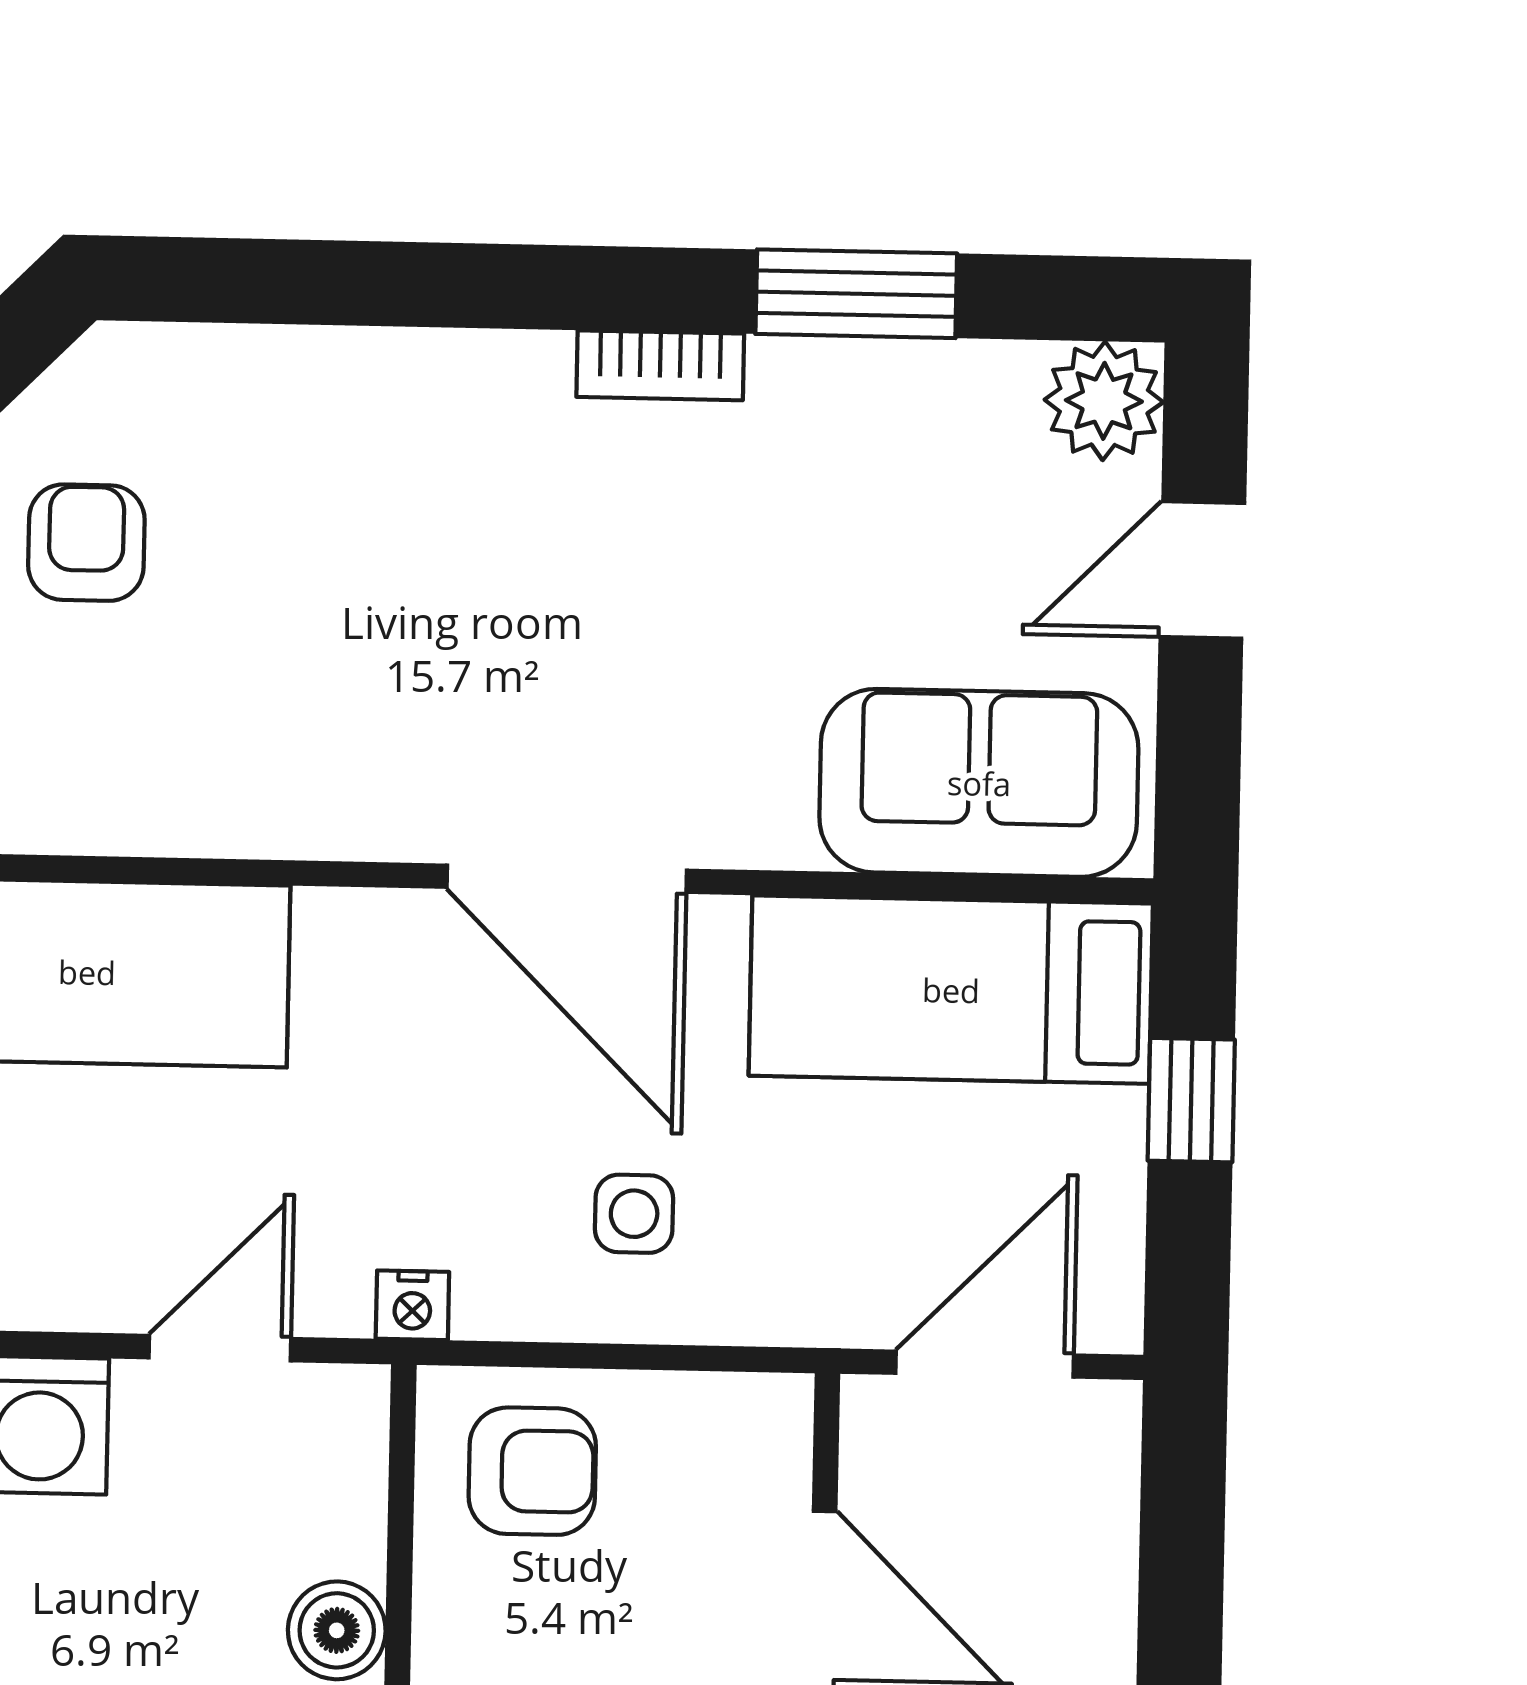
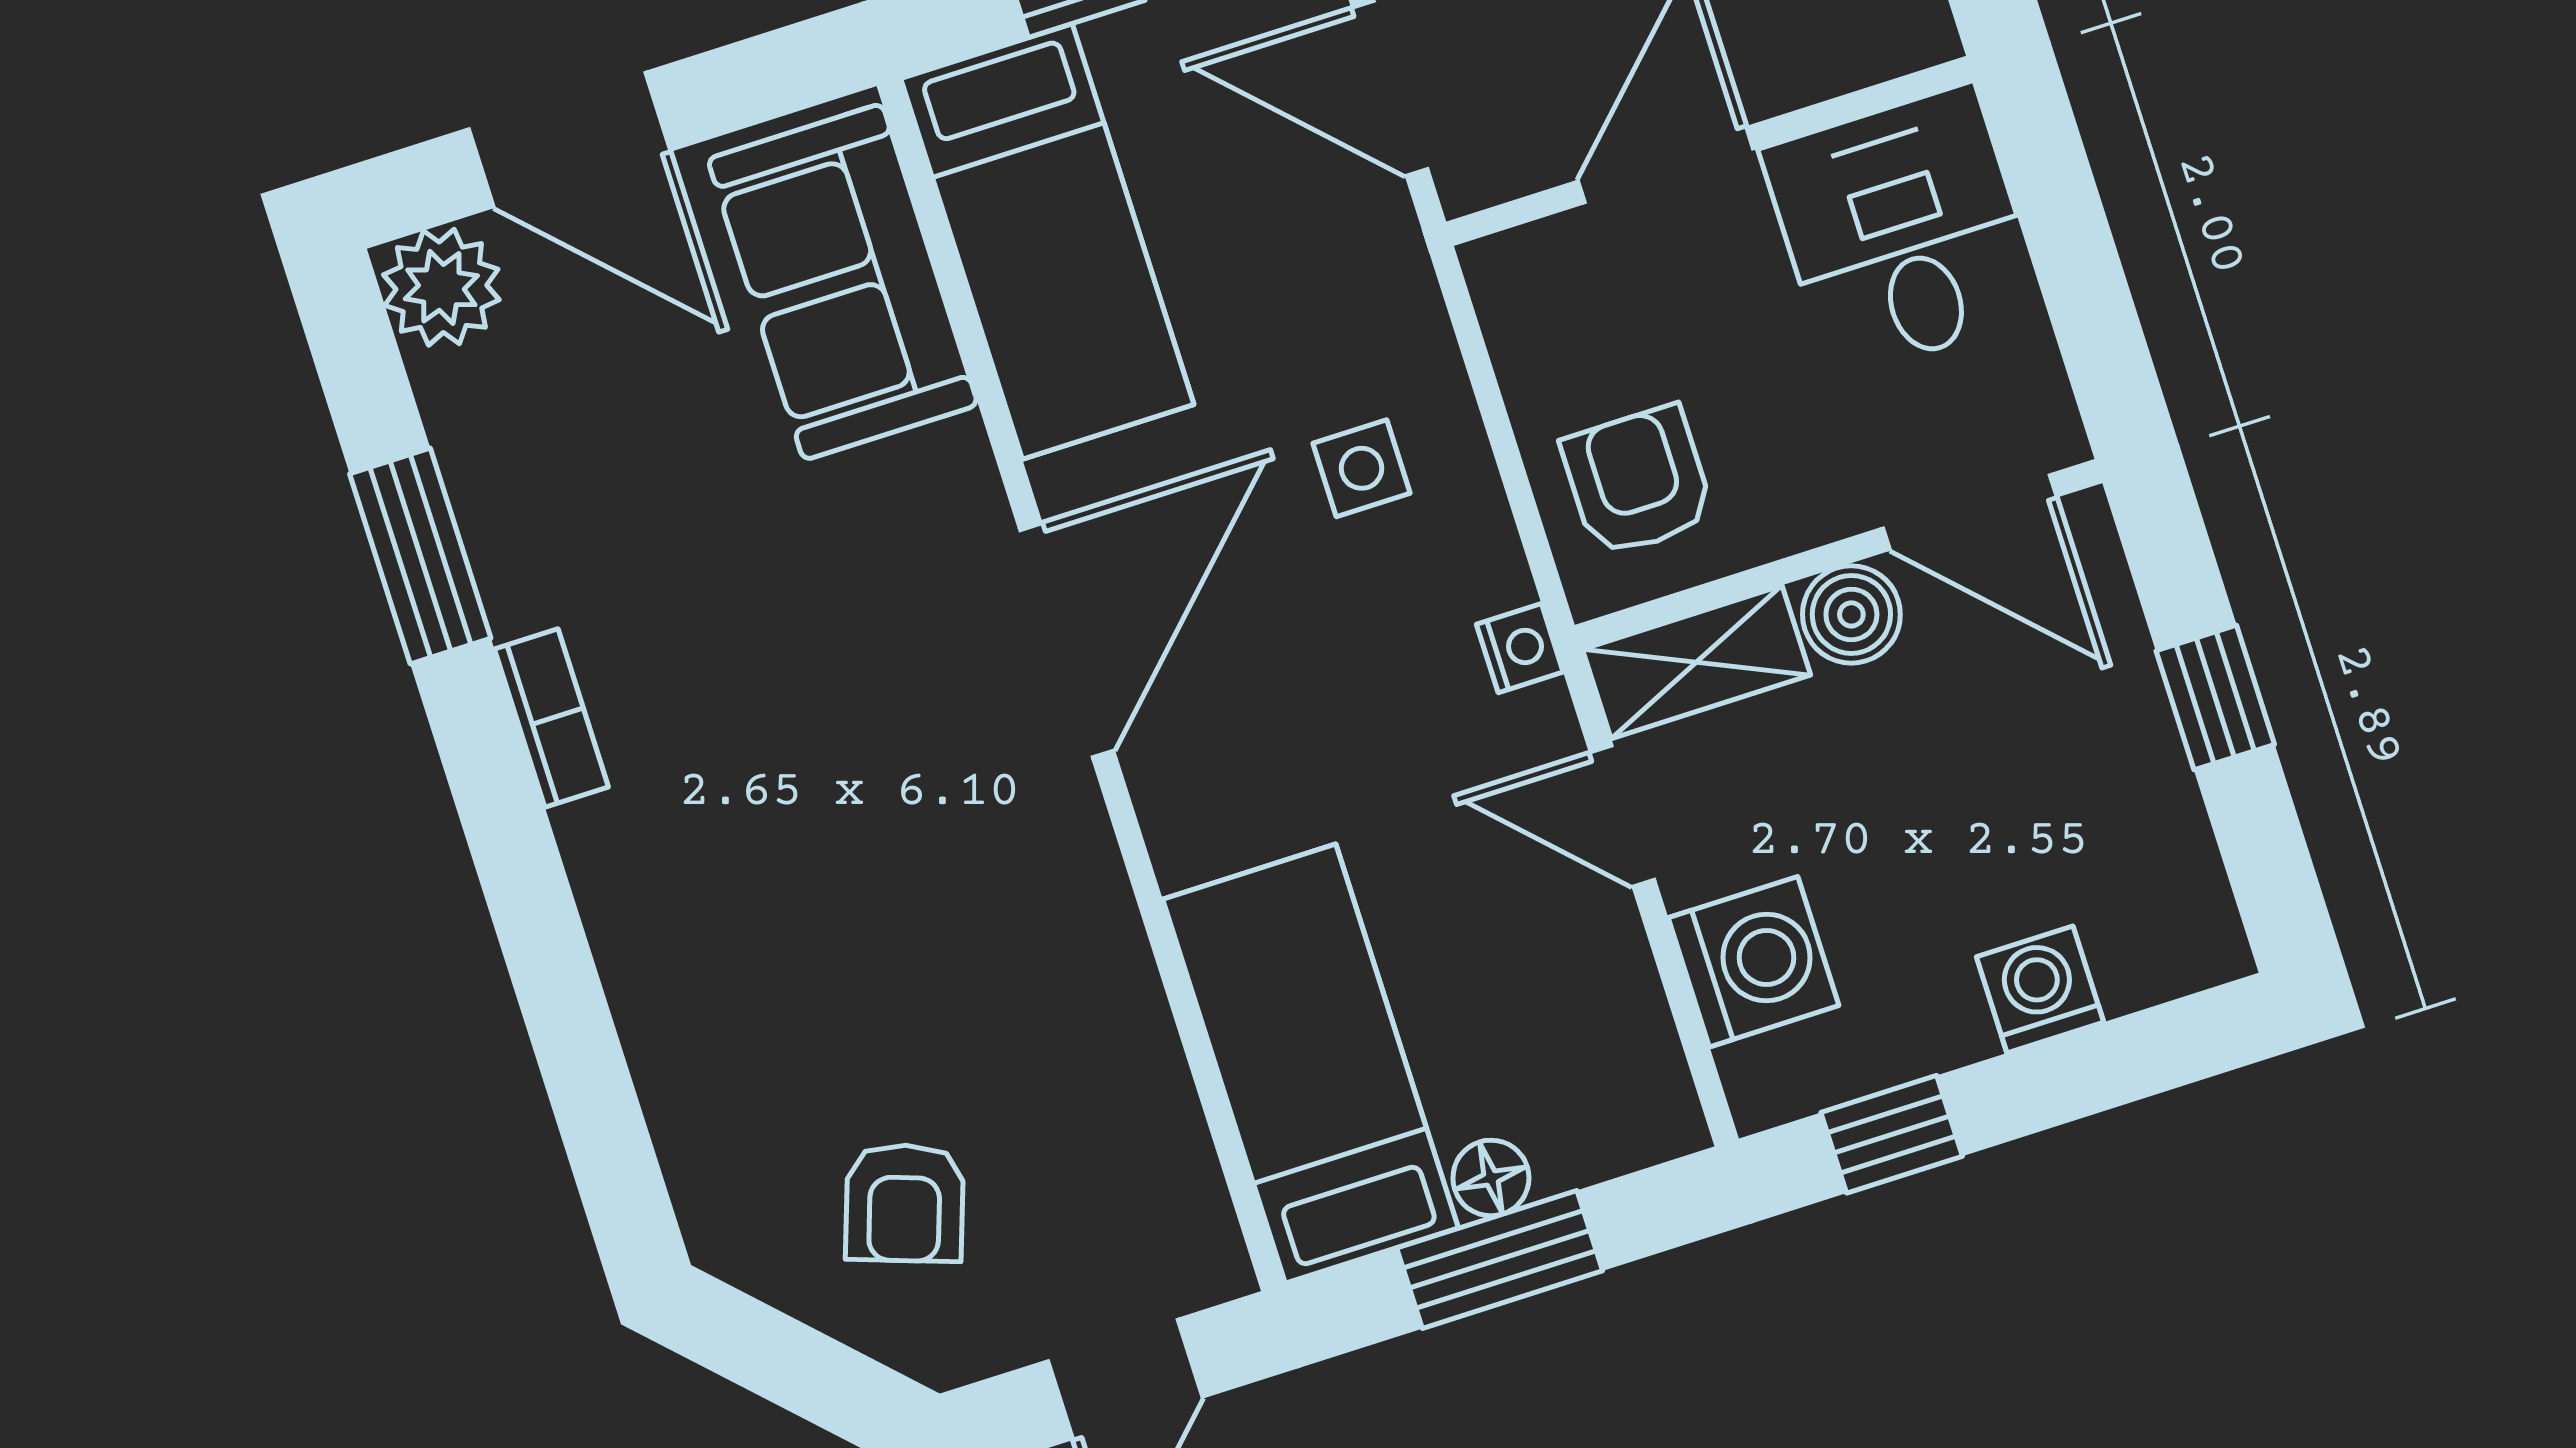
armchair: (86, 543) -> (905, 1203), turned -71
door: (1202, 570) -> (569, 140), width x1.38
shelving: (342, 1468) -> (1697, 662), added

